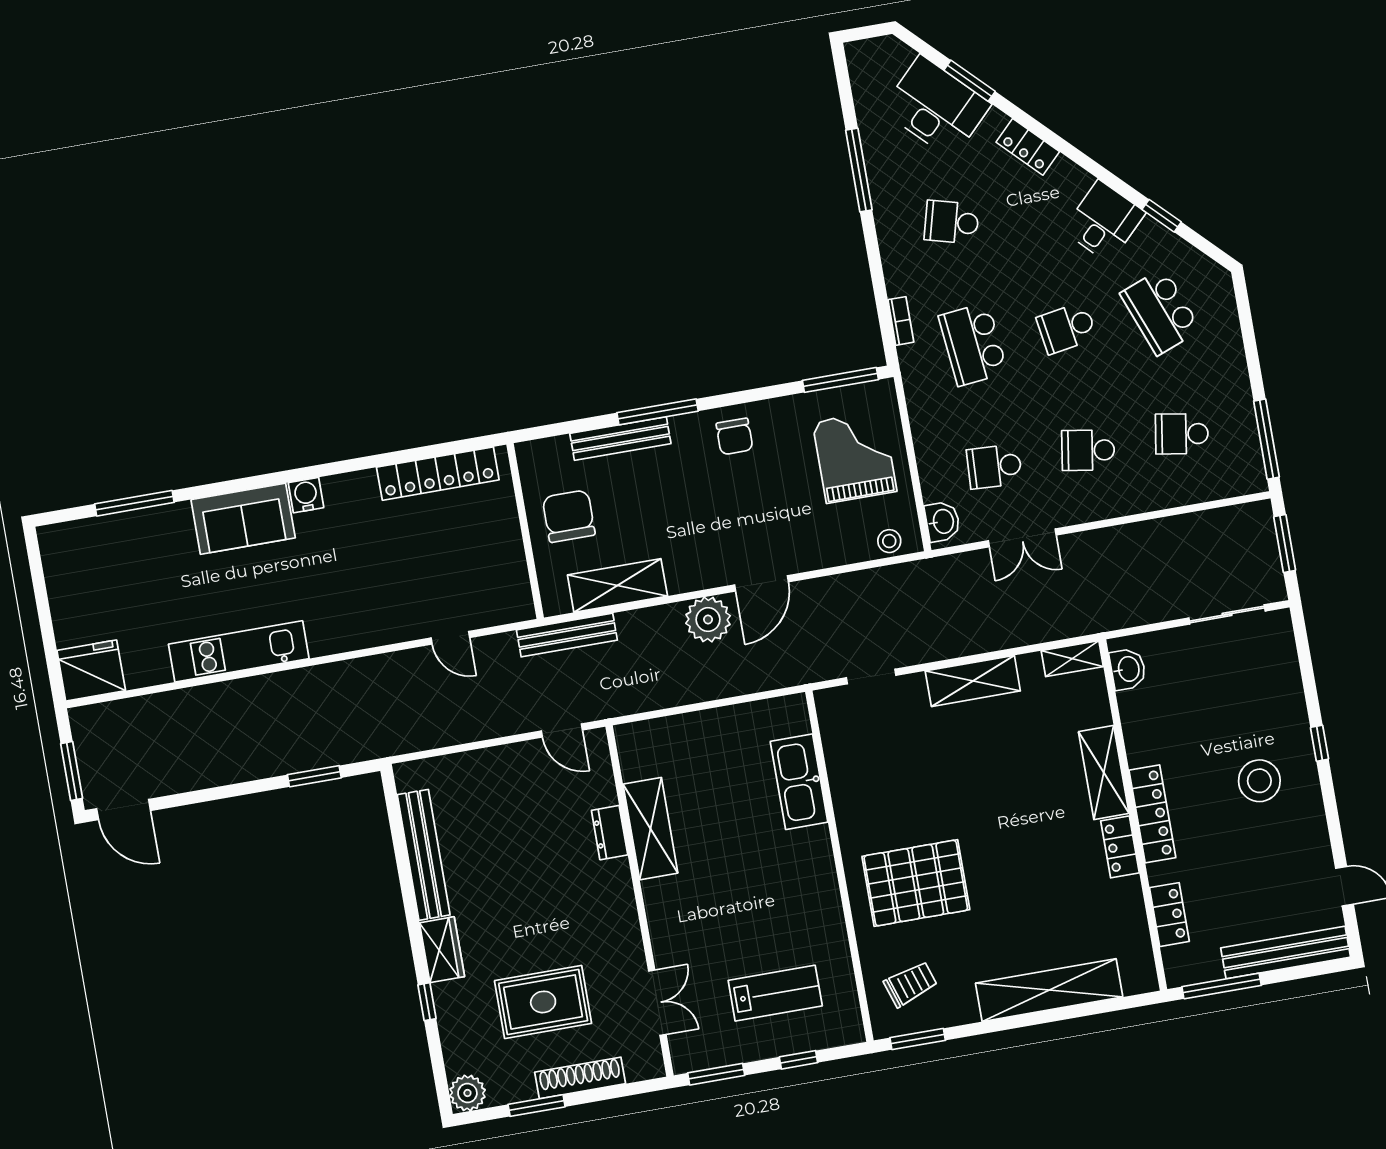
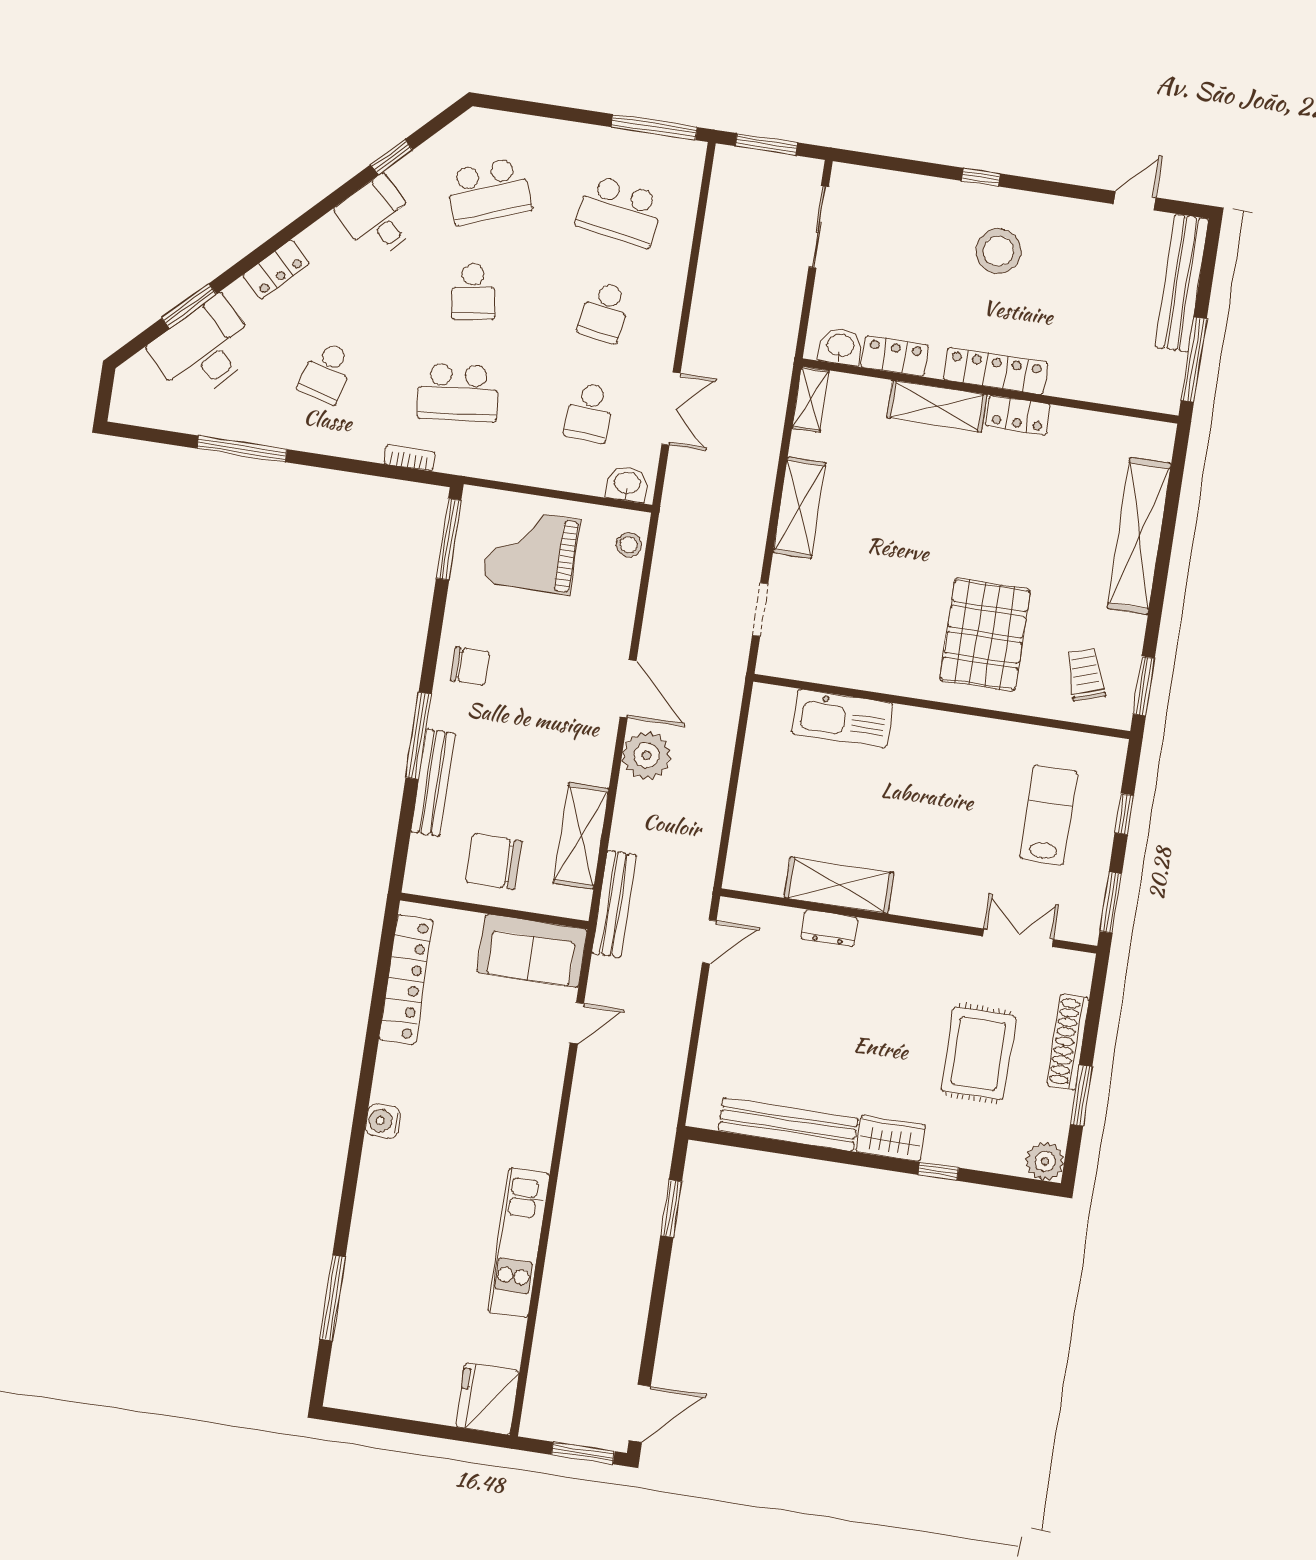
school desk: (1182, 434) -> (620, 211), width x1.85
sofa: (243, 519) -> (532, 951), moved, turned 90
locker: (1169, 915) -> (895, 356), moved

